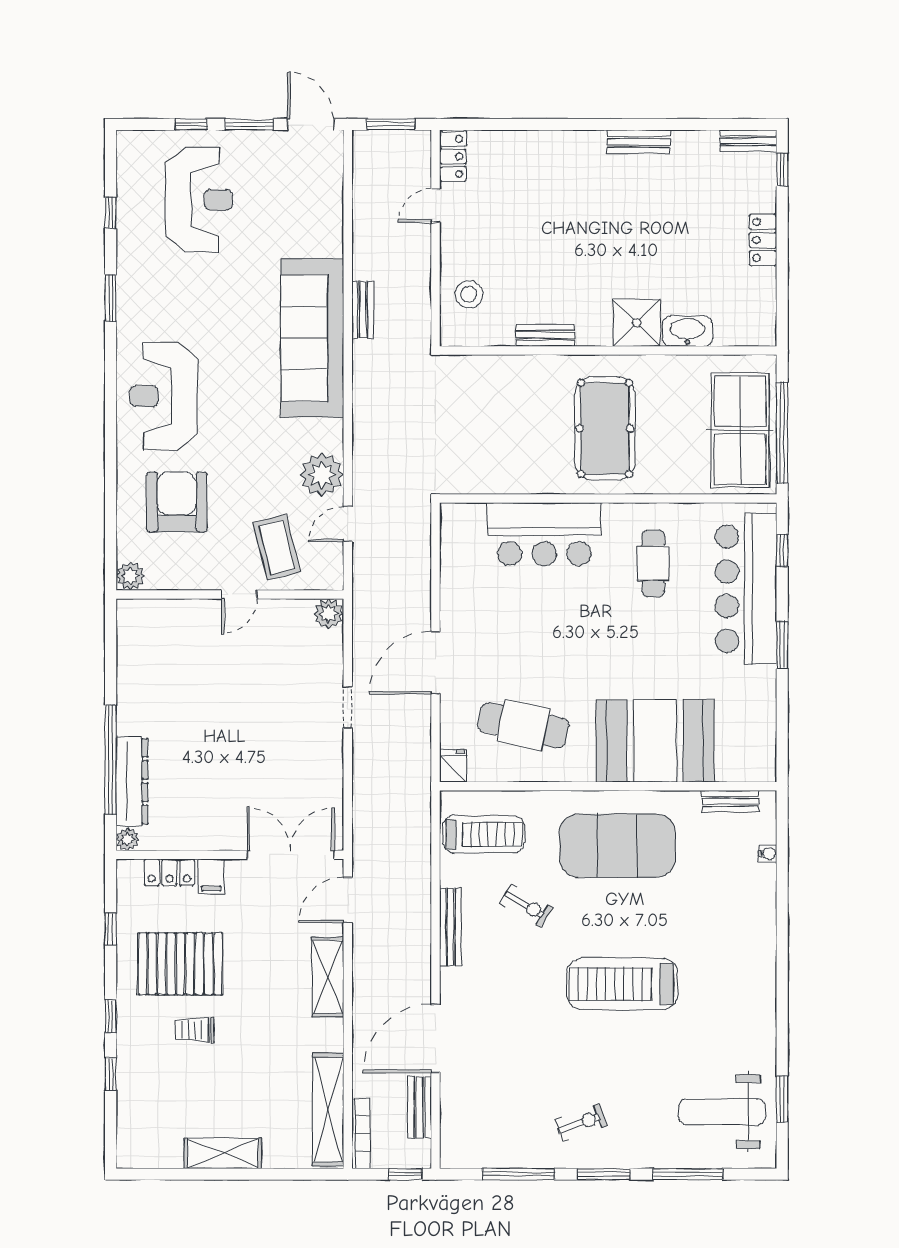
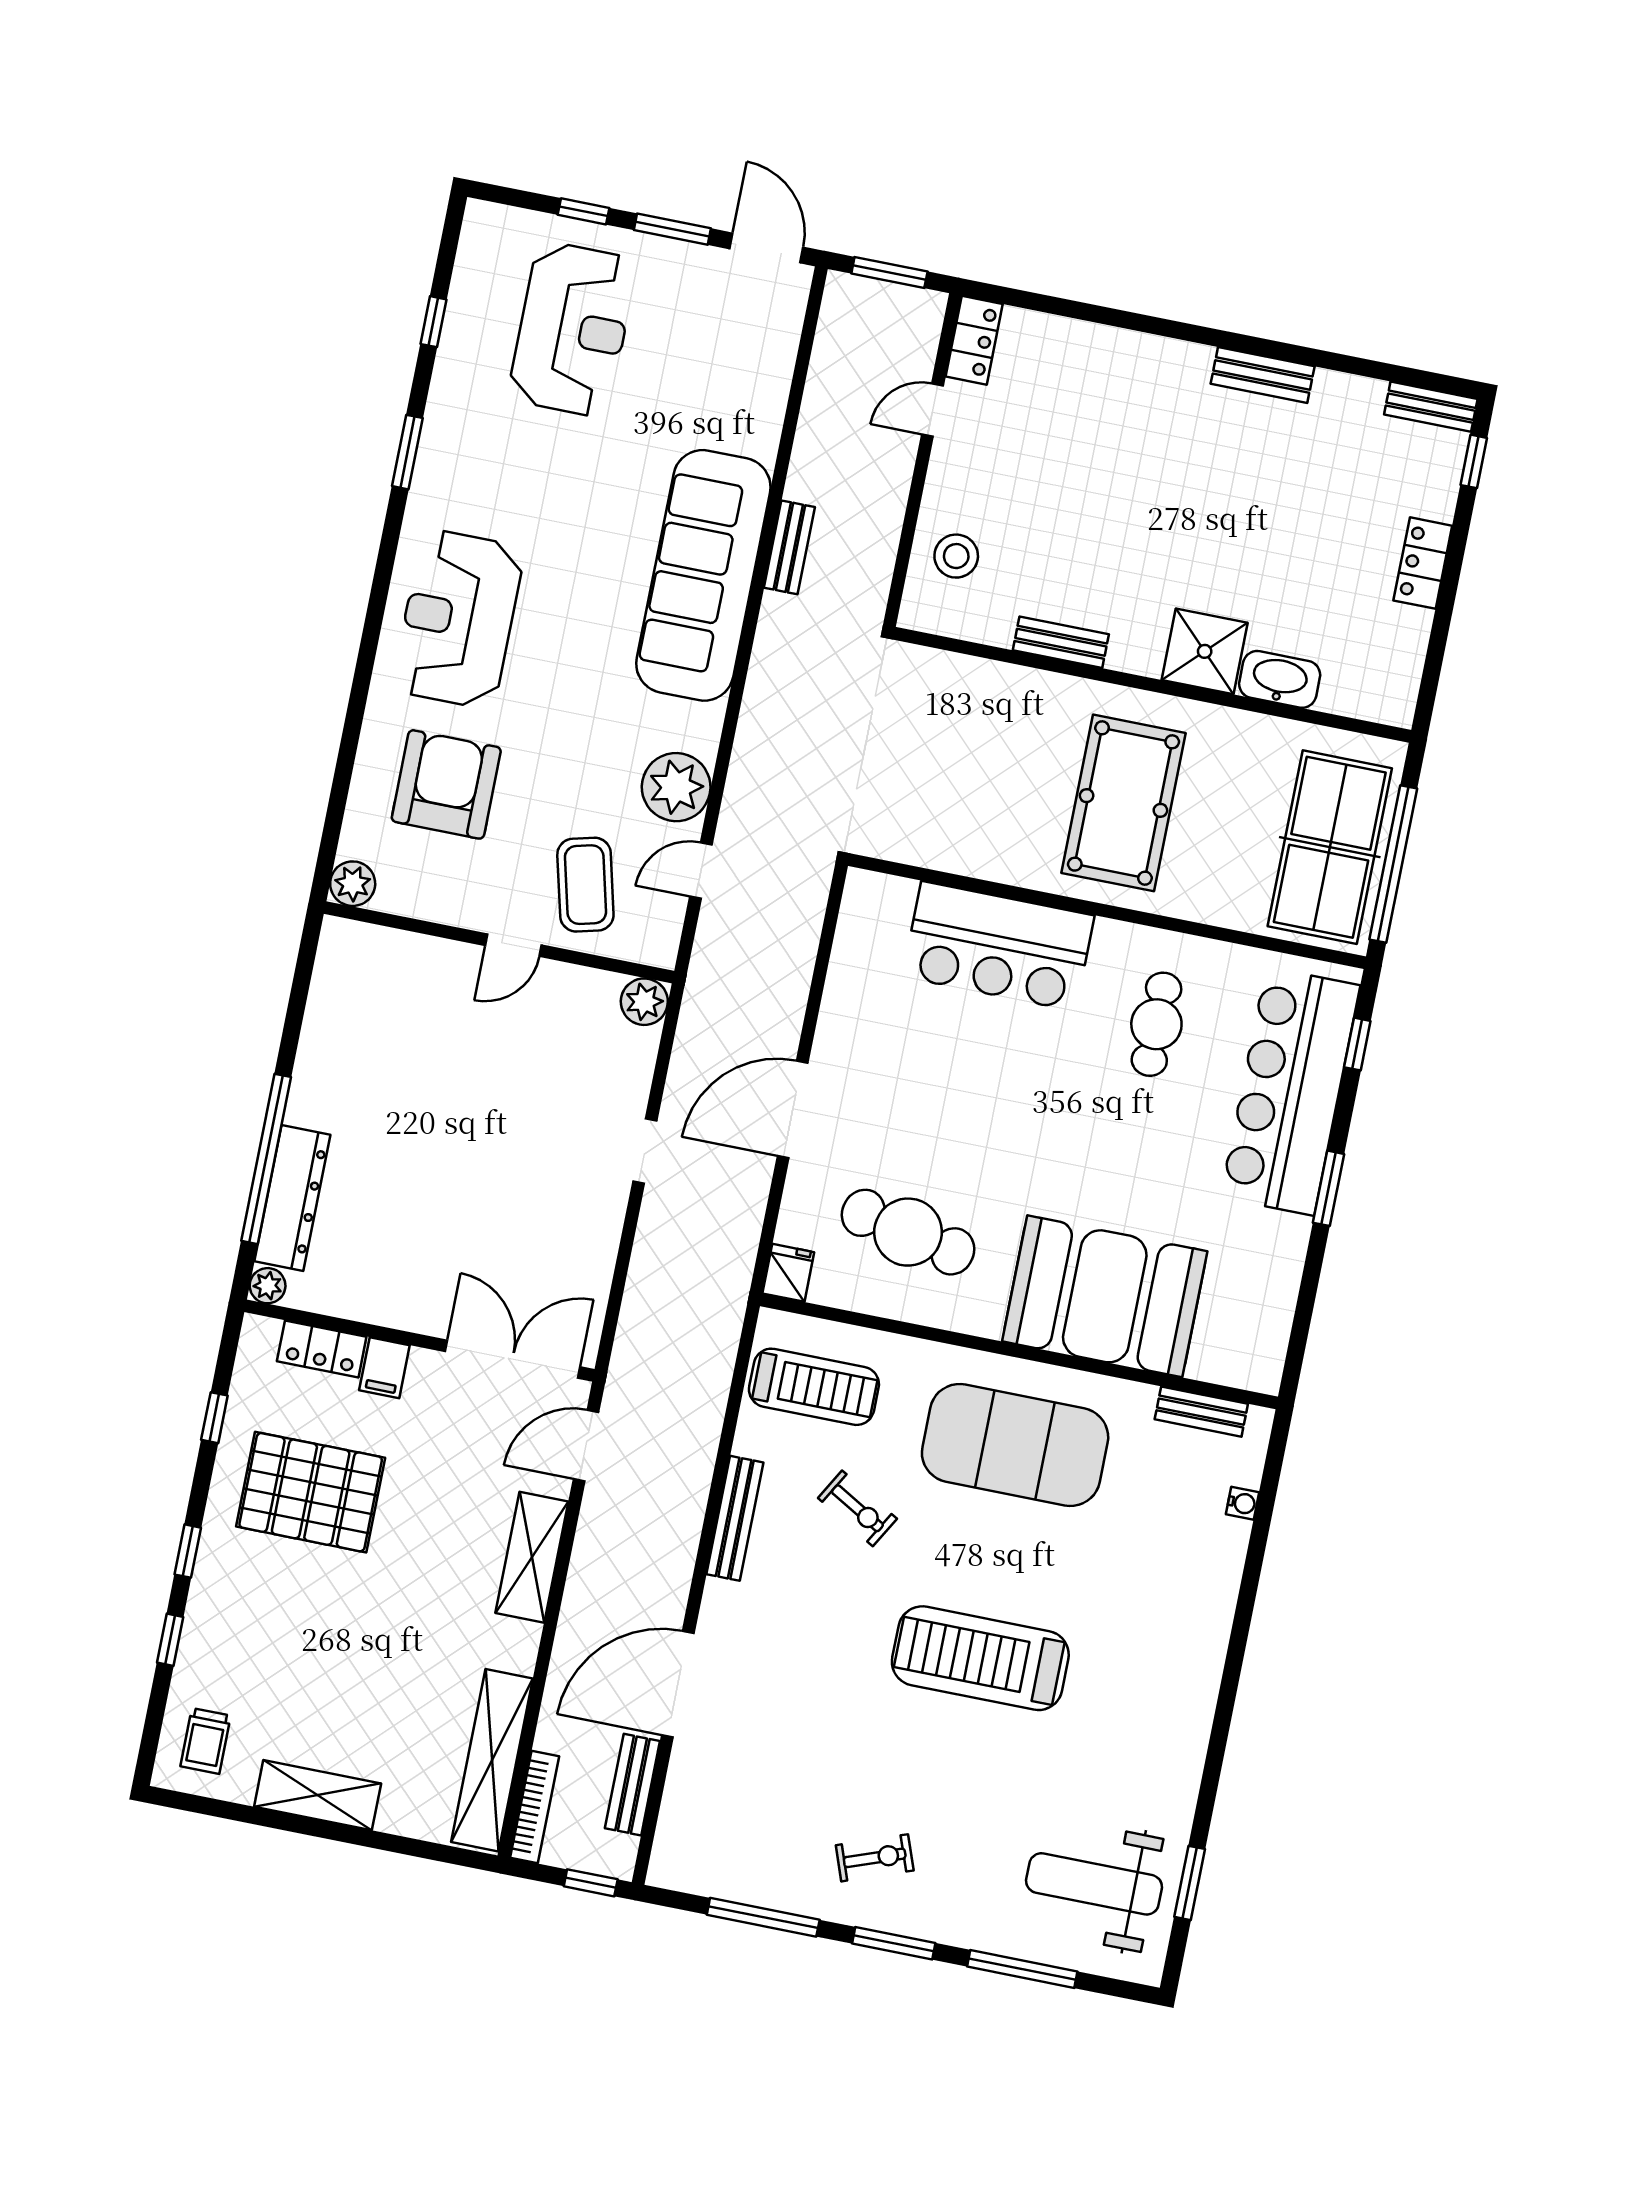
trolley: (195, 1030) -> (206, 1741), moved, turned -90

